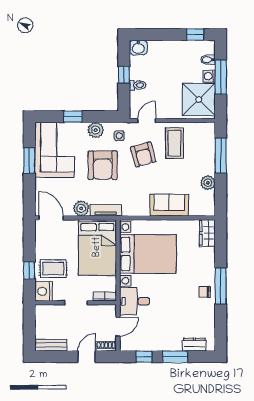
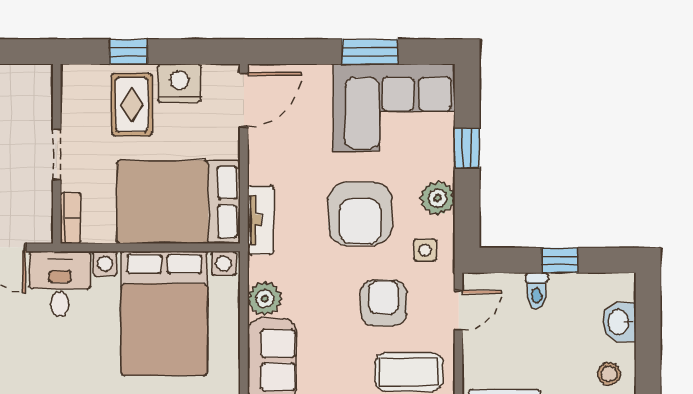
washbasin: (138, 48) -> (619, 322), moved
stool: (175, 52) -> (609, 374), added
door: (147, 121) -> (459, 310), hinge flipped
armchair: (143, 154) -> (384, 303), turned 105
armchair: (103, 165) -> (360, 214), turned -90
plant: (81, 208) -> (265, 299), moved
nightstand: (44, 291) -> (179, 83), moved

